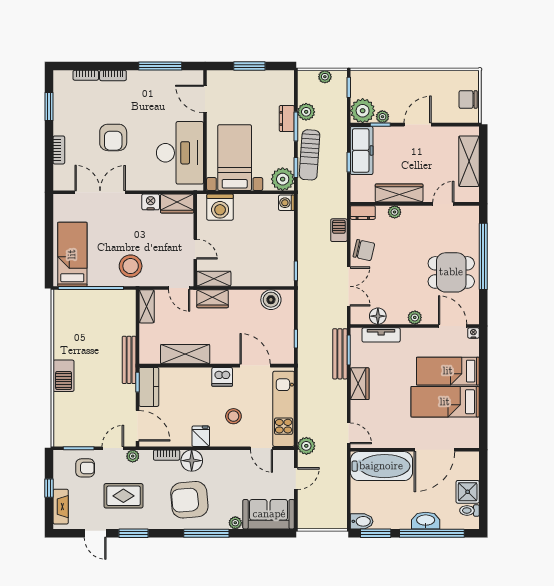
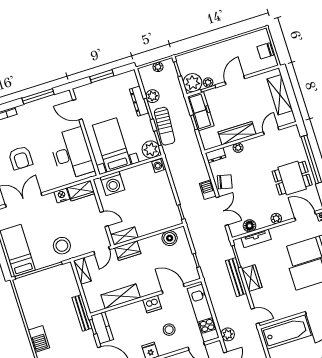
dresser: (287, 118) -> (139, 101), width x1.44
barbecue: (339, 230) -> (208, 190), moved
door: (179, 288) -> (102, 250), hinge flipped
bench: (340, 354) -> (236, 277), moved

